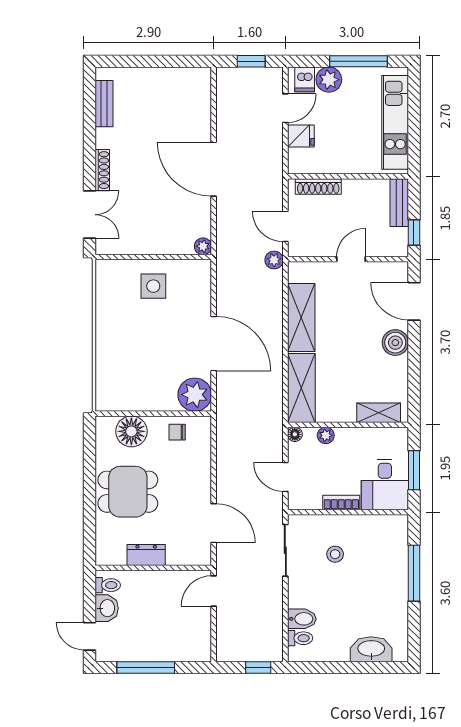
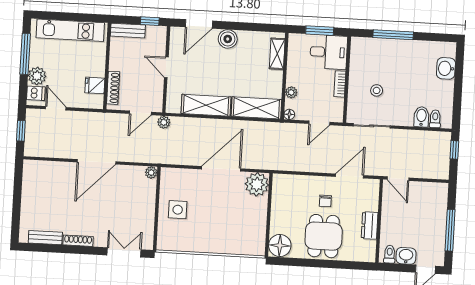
fridge: (301, 136) -> (95, 85), moved, turned -90
shoe rack: (102, 170) -> (78, 241), moved
floor lamp: (131, 431) -> (280, 245), moved
chair: (177, 432) -> (325, 201), moved
washbasin: (371, 649) -> (446, 68), width x0.72

